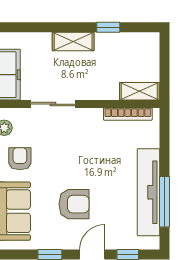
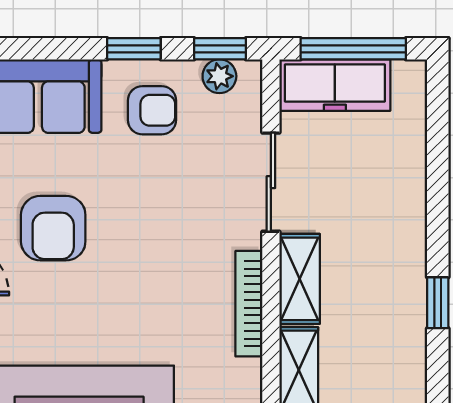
shelving: (73, 41) -> (300, 279), moved
bookcase: (128, 114) -> (249, 304), moved

